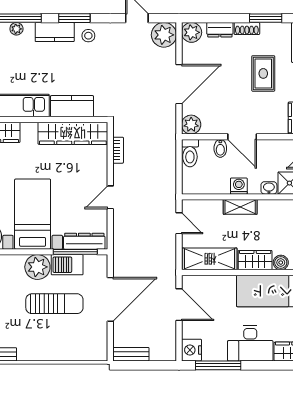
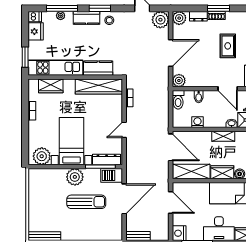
window: (266, 18) -> (218, 8), moved
door: (242, 137) -> (228, 89), moved
washing machine: (239, 186) -> (197, 122), moved
shelving: (240, 207) -> (223, 136), moved
door: (179, 223) -> (171, 147), width x1.88
barbecue: (67, 265) -> (112, 175), moved

